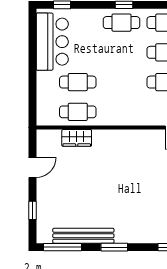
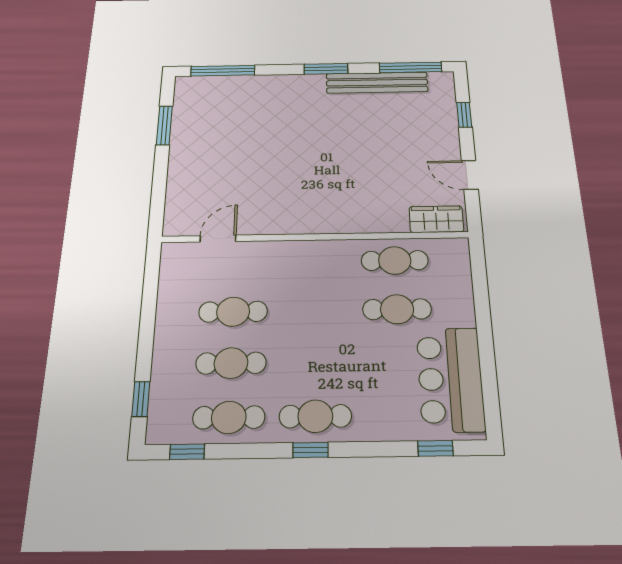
wardrobe: (77, 138) -> (436, 219), moved
door: (32, 167) -> (470, 175), hinge flipped

